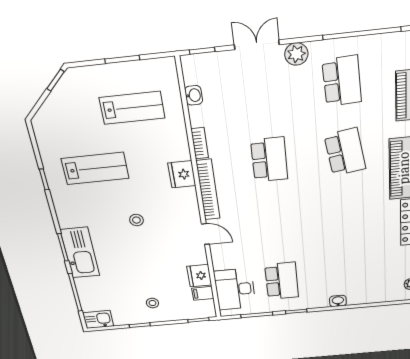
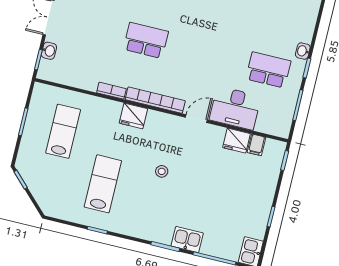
washbasin: (194, 95) -> (49, 51), moved, turned 90
kitchen sink: (80, 253) -> (187, 240), width x0.53, depth x0.81
desk: (235, 289) -> (235, 108), moved
washbasin: (338, 301) -> (303, 51), moved
stool: (152, 303) -> (251, 194), removed

